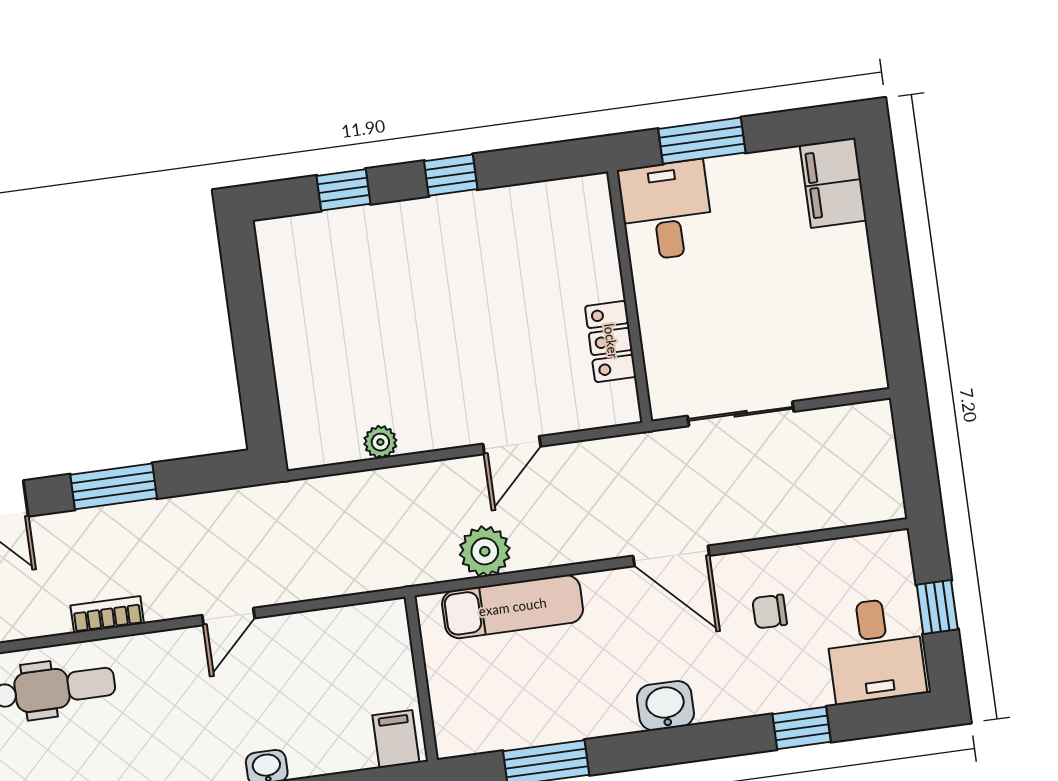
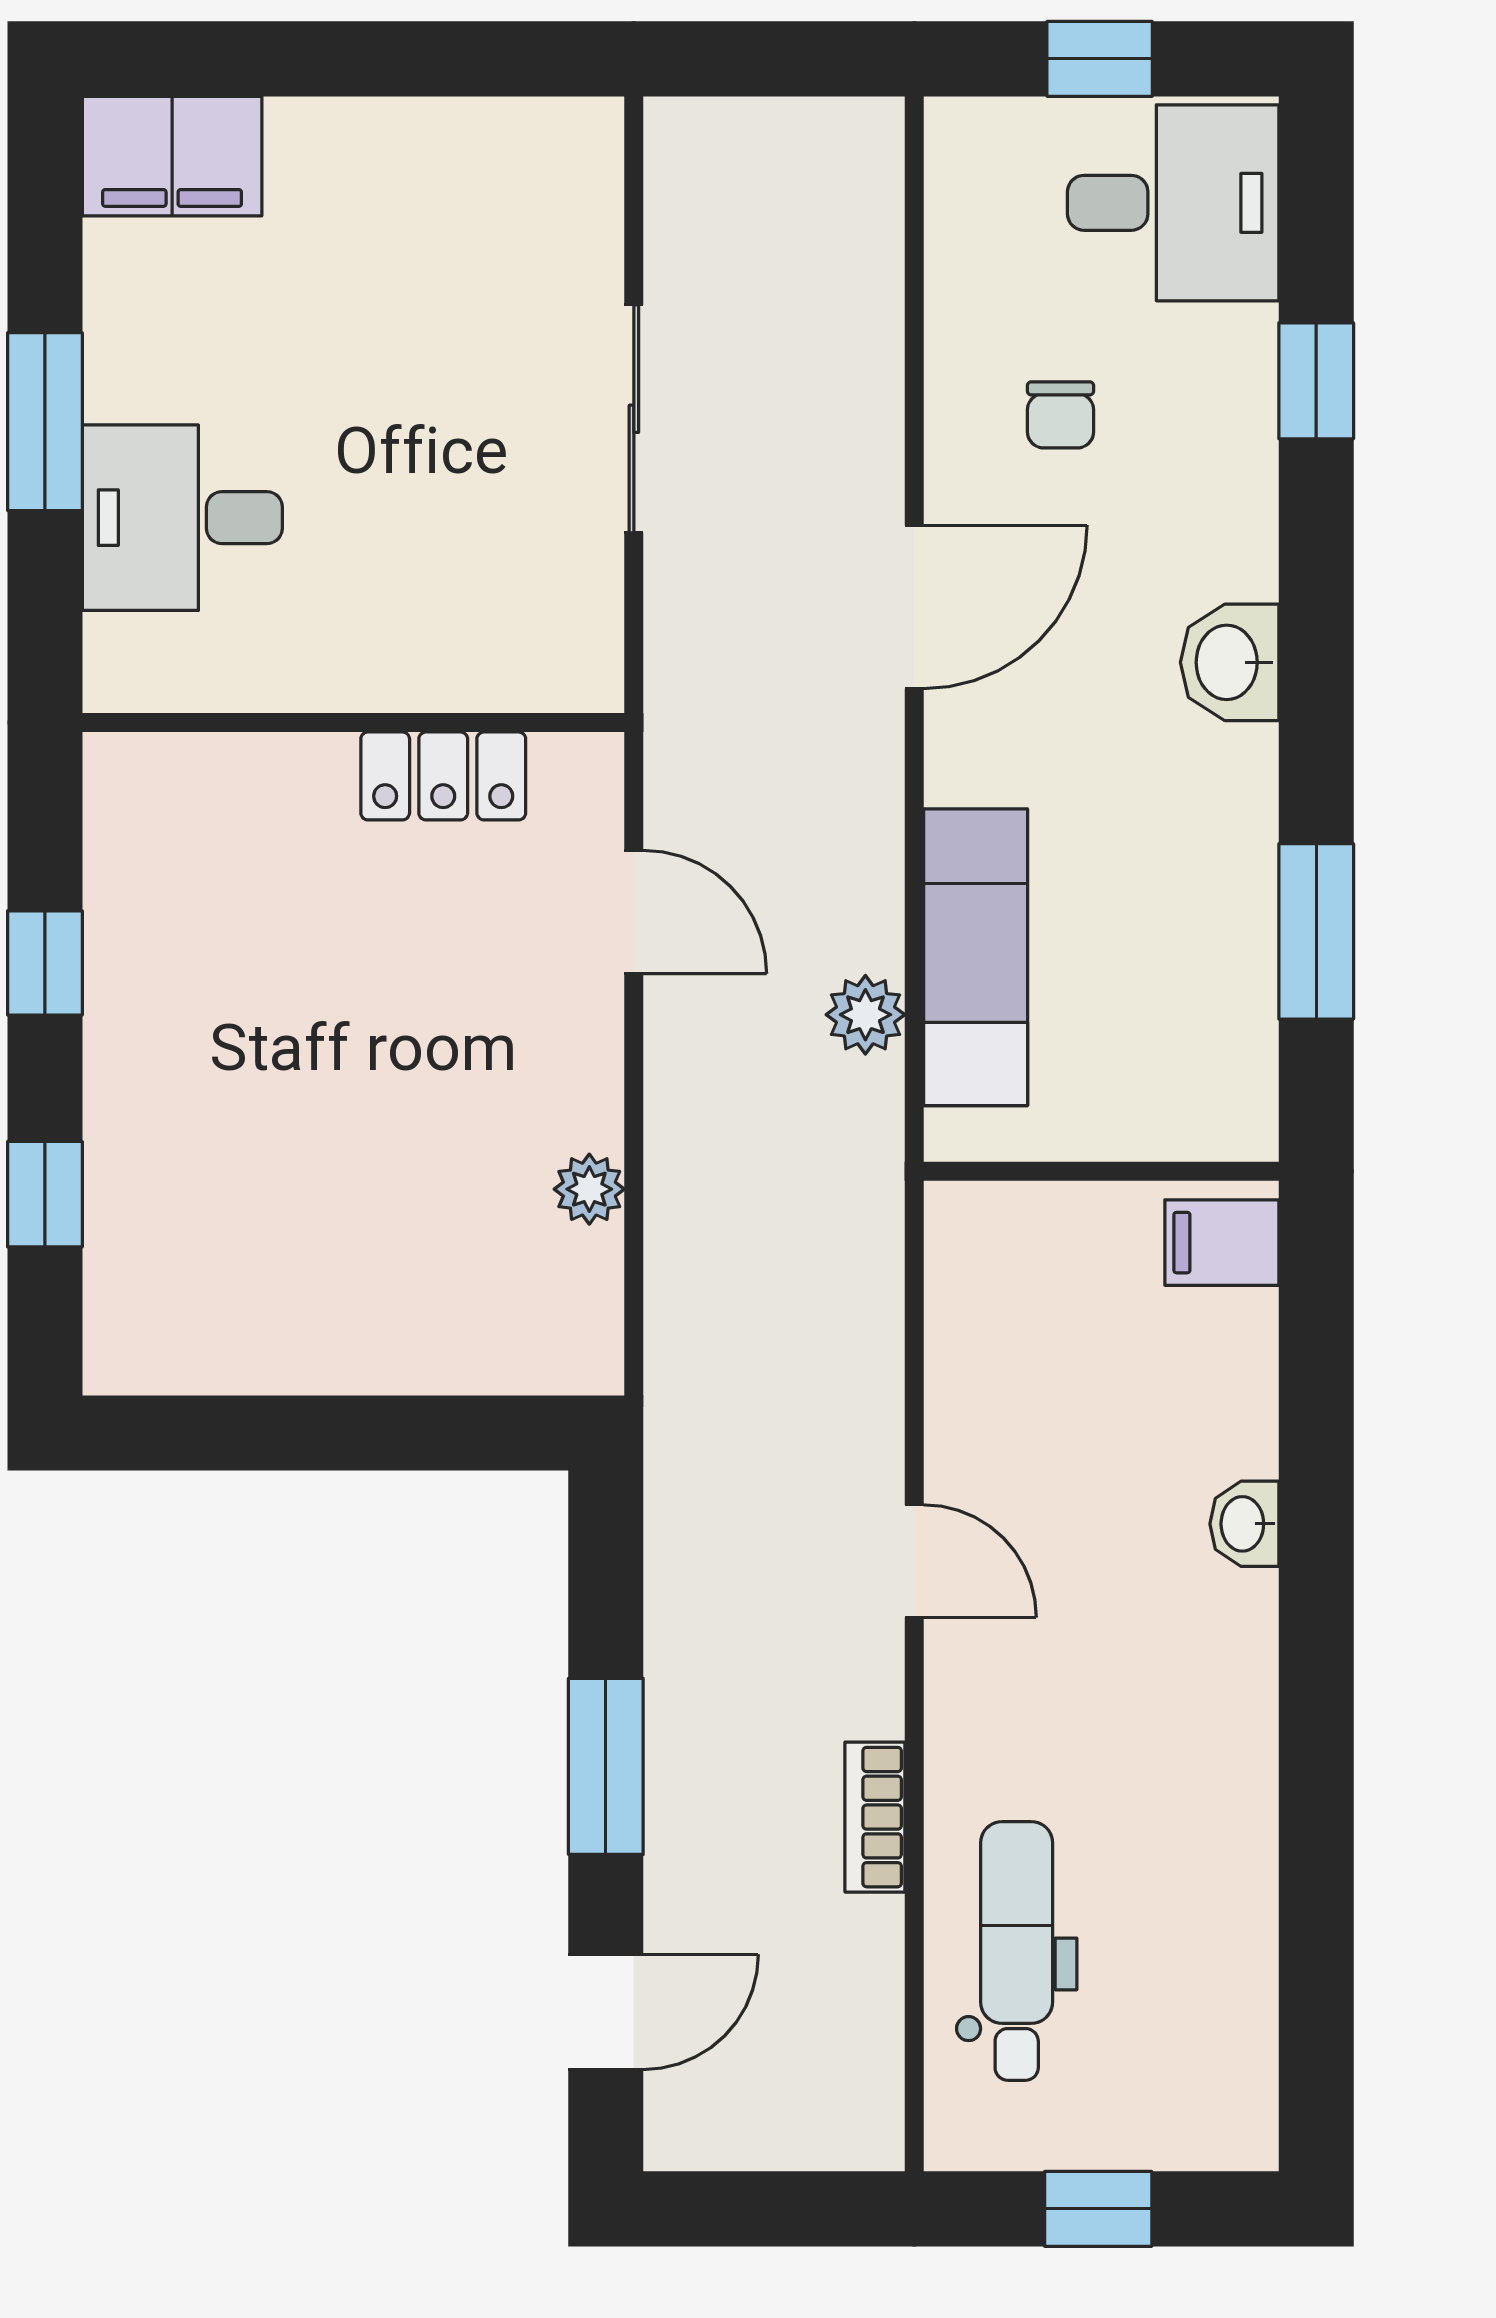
wall: (630, 296) -> (353, 723), moved
locker: (611, 341) -> (443, 776), moved
plant: (485, 551) -> (865, 1015), width x0.73, depth x0.73

